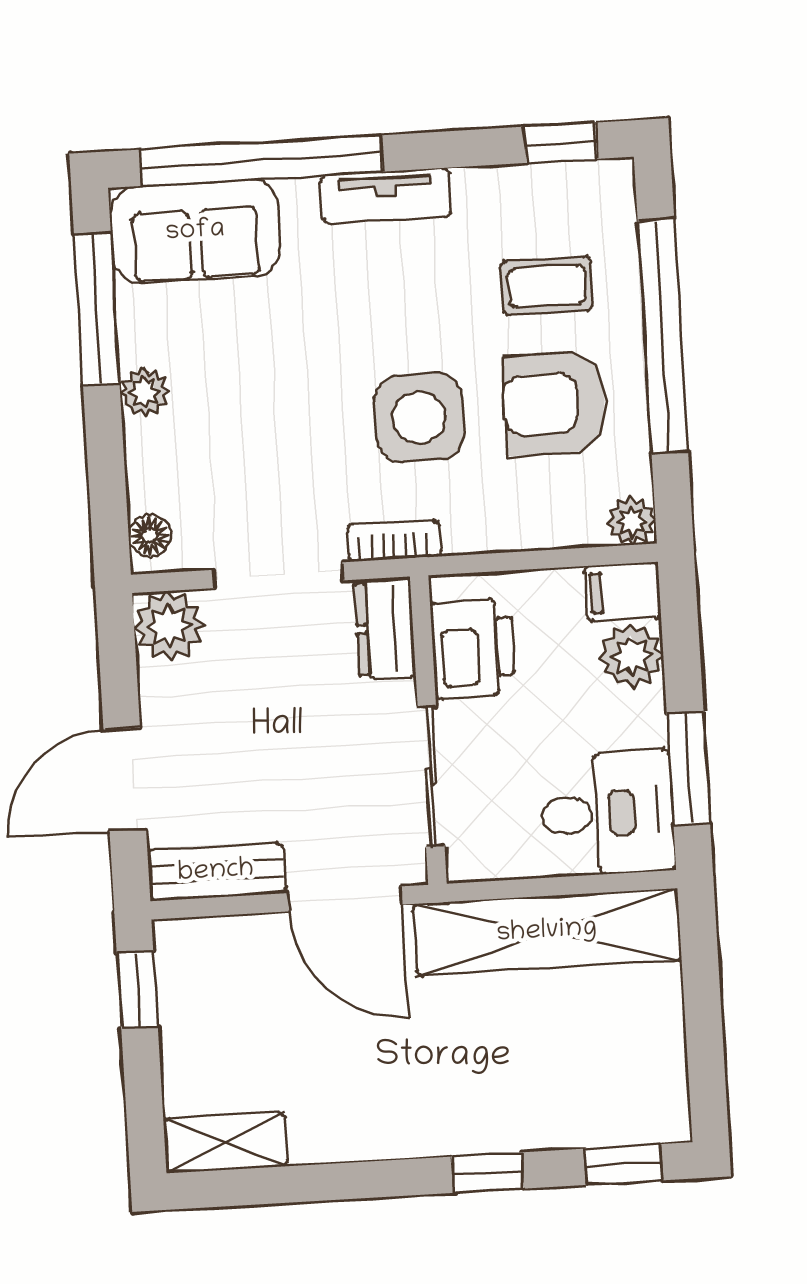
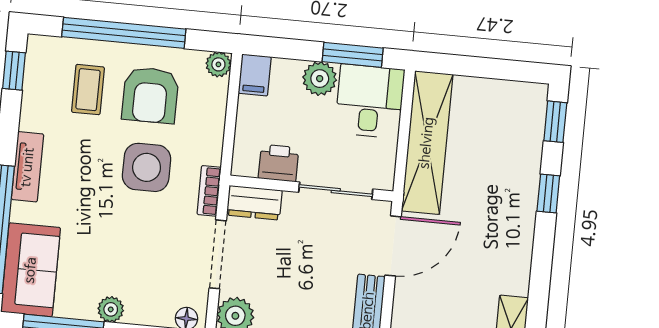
printer: (473, 648) -> (279, 163), width x0.73, depth x0.81
plant: (631, 656) -> (320, 79), moved

